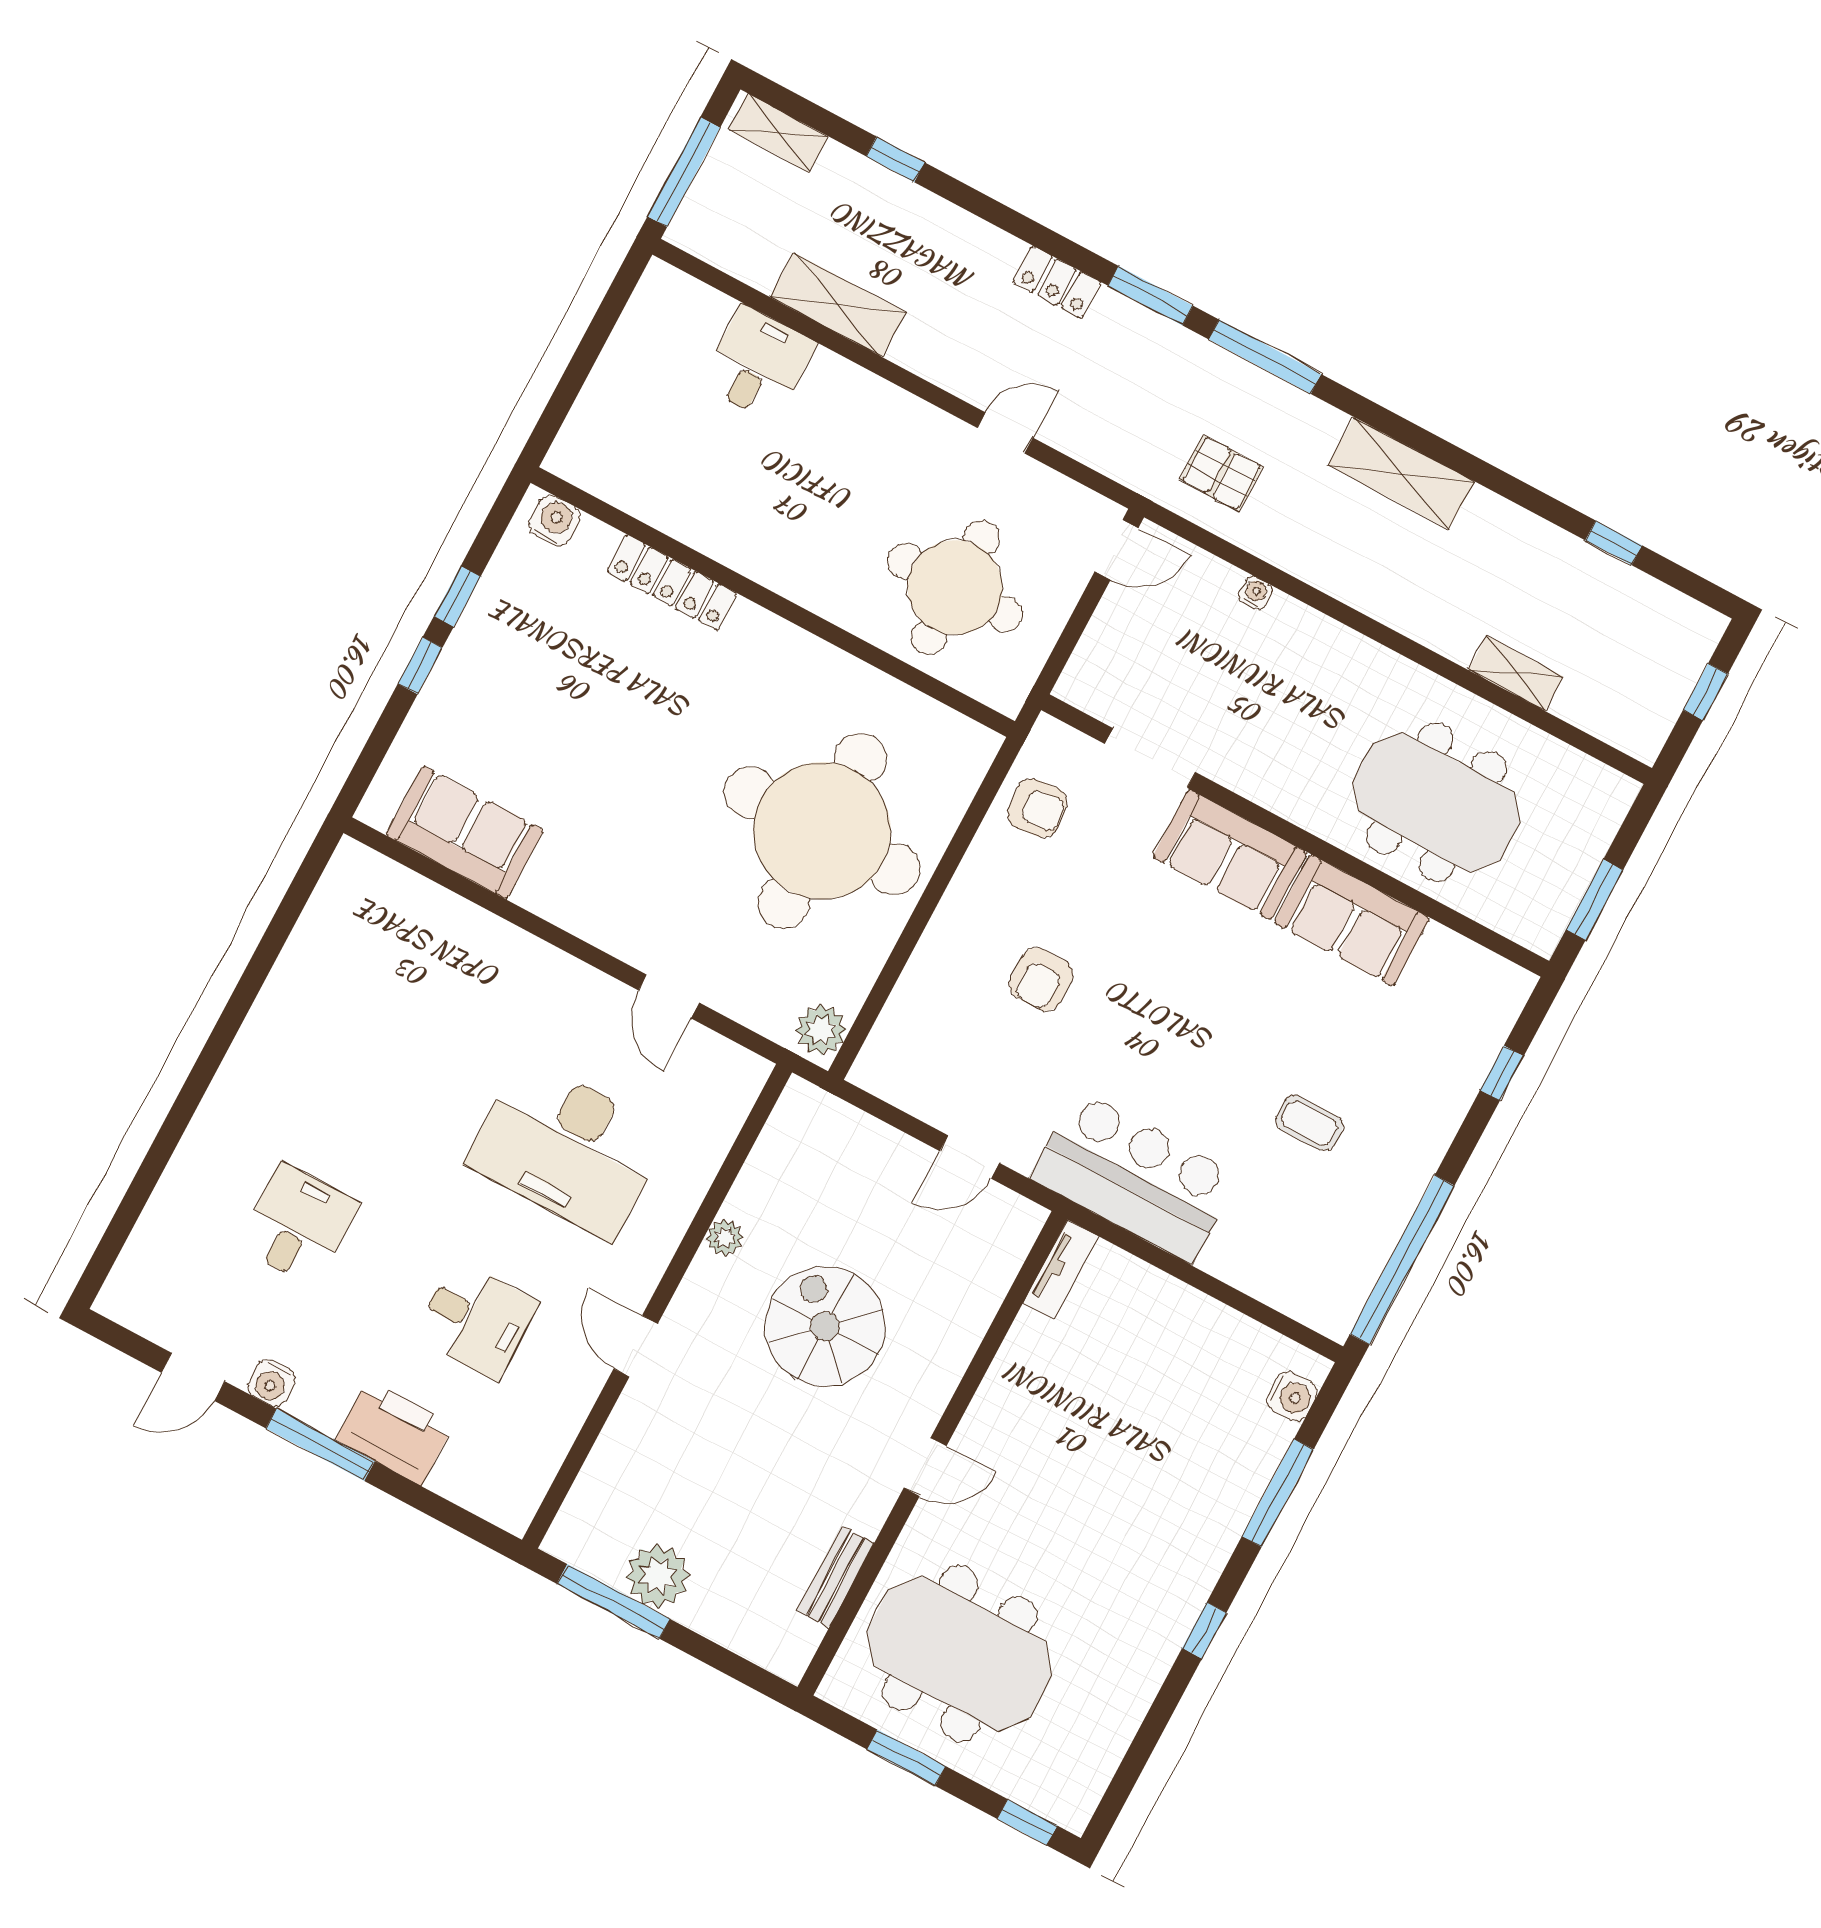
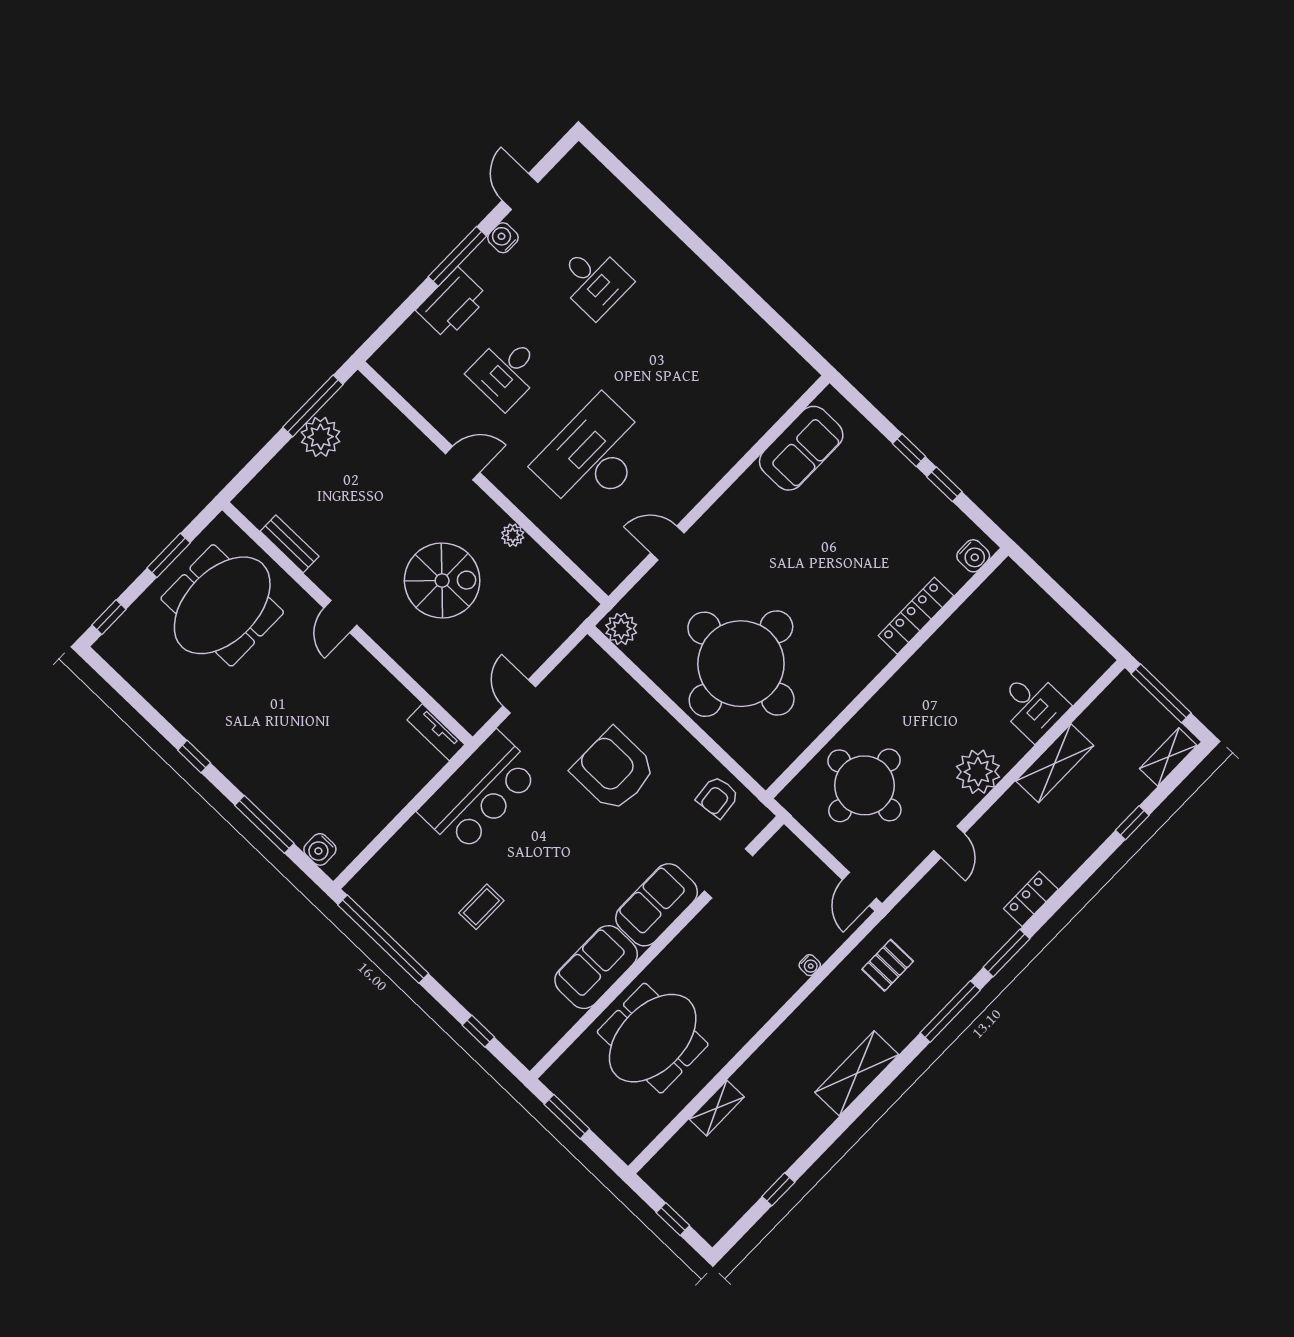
plant: (884, 419) -> (978, 772), added
armchair: (1041, 979) -> (614, 770), width x1.88, depth x1.88

